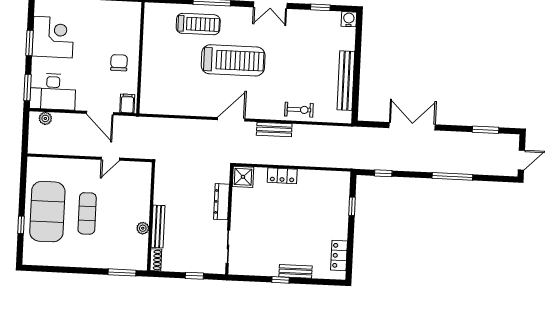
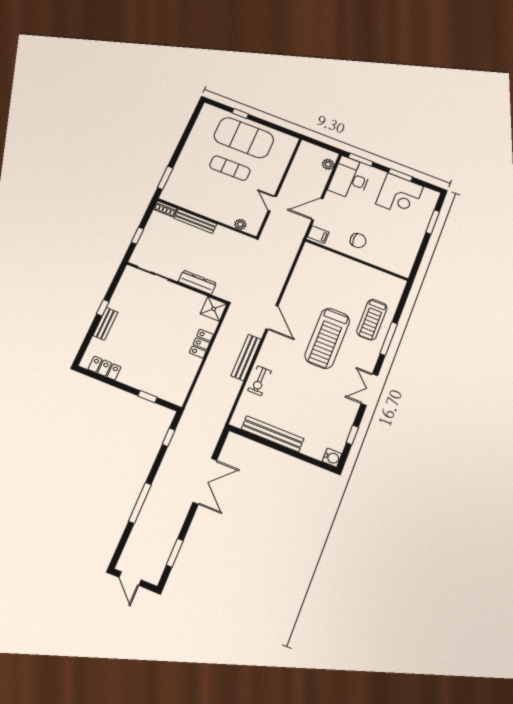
bench: (274, 129) -> (246, 357), width x1.36
plant: (143, 228) -> (240, 224), moved

